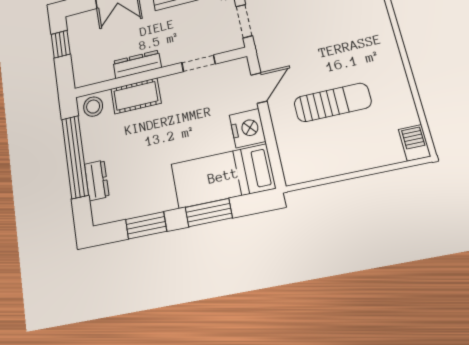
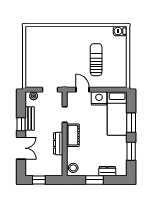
cot: (136, 96) -> (73, 135), moved
window: (75, 157) -> (94, 180), width x0.47

